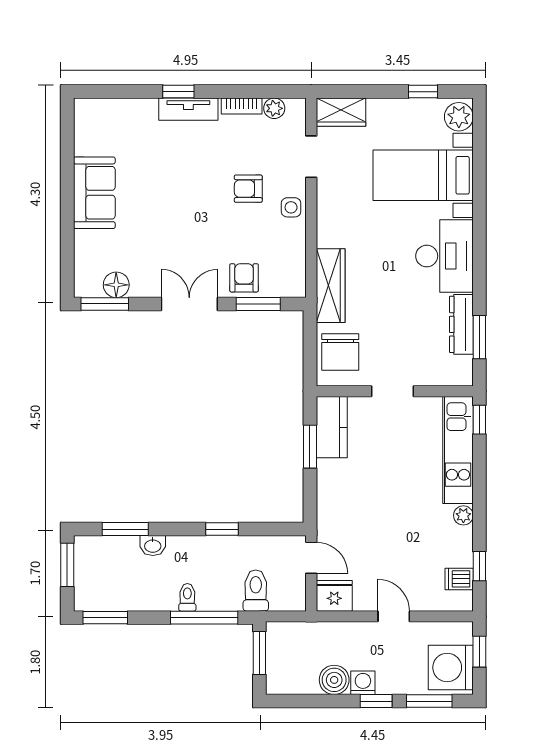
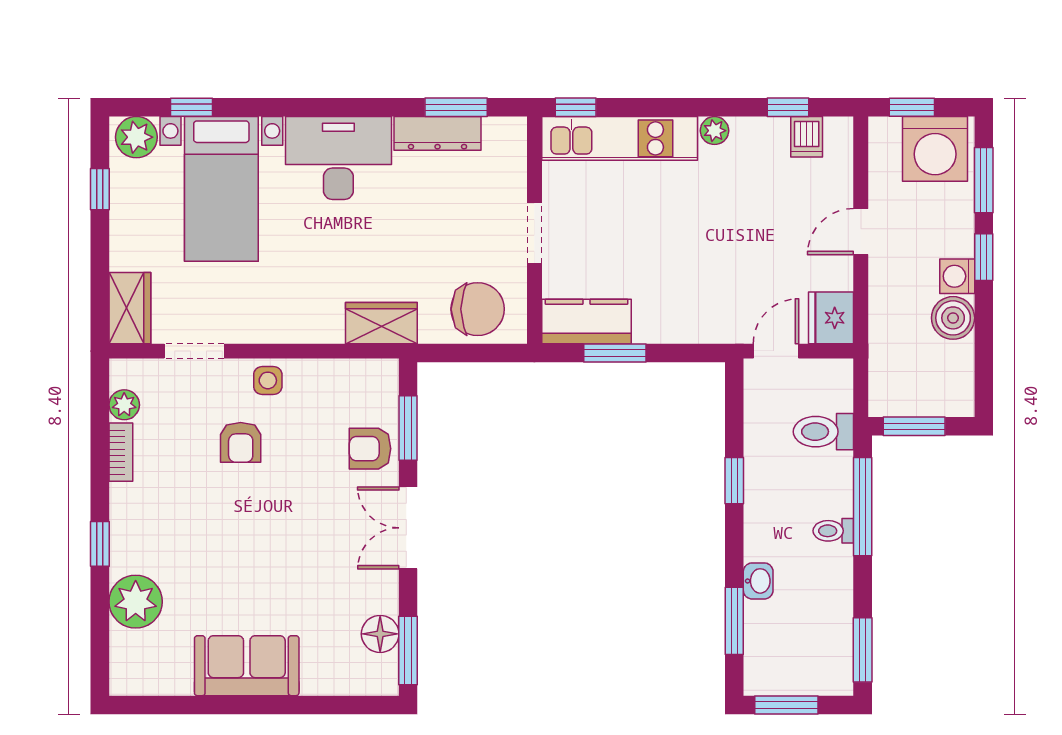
tv unit: (188, 109) -> (125, 529), removed
plant: (139, 116) -> (136, 602), added
window: (479, 155) -> (191, 107), added
wardrobe: (331, 286) -> (381, 323), width x0.67

